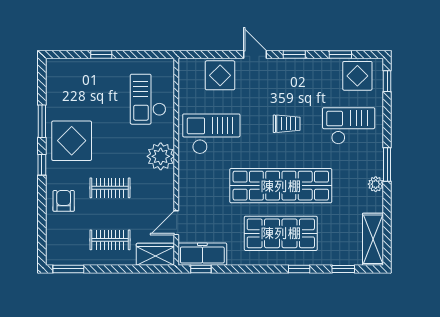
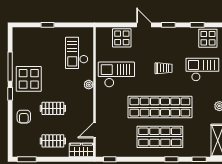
window: (42, 121) -> (10, 67), width x1.44
plant: (161, 156) -> (89, 85), width x0.53, depth x0.53
armchair: (64, 201) -> (24, 117), turned 180
freezer: (202, 254) -> (111, 150), removed

